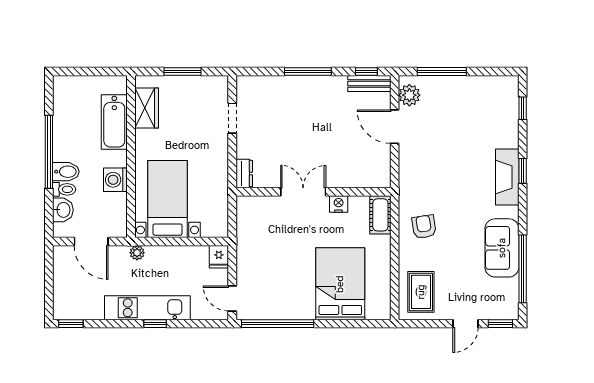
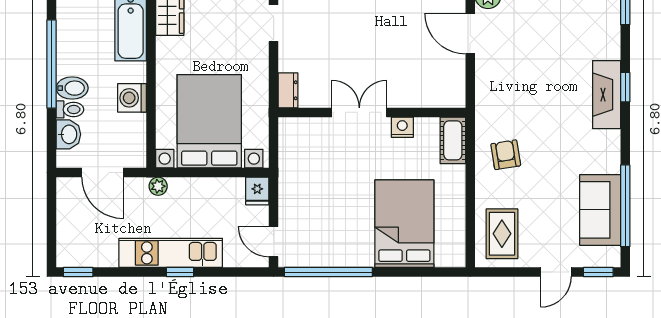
bed with nightstands: (167, 199) -> (209, 121), width x1.36
sofa: (502, 248) -> (600, 210), moved

